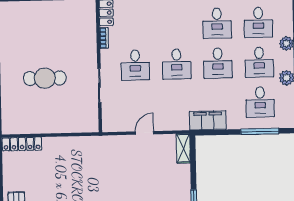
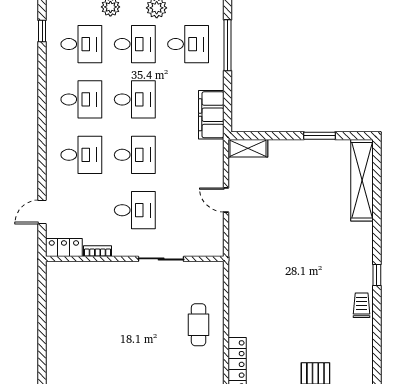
desk: (176, 24) -> (81, 155), added
cafe table: (45, 78) -> (199, 325), moved, width x0.73, depth x0.74

